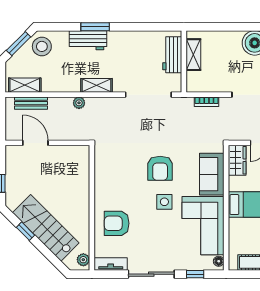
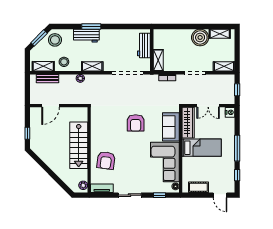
shelving: (193, 55) -> (158, 60), moved
stool: (55, 79) -> (64, 62), added
door: (35, 143) -> (51, 106), swing flipped
wardrobe: (237, 160) -> (188, 123), width x1.50
side table: (164, 202) -> (139, 146), removed
armchair: (117, 223) -> (106, 160), turned -82
stairs: (46, 228) -> (79, 145), moved, turned -135
window: (26, 231) -> (44, 166), removed
sliding door: (151, 274) -> (130, 195), width x0.73

